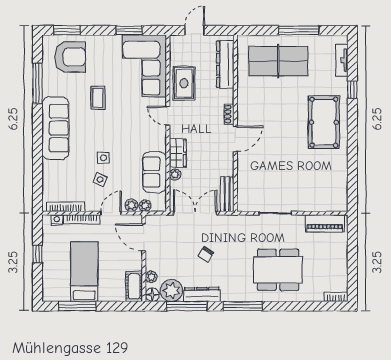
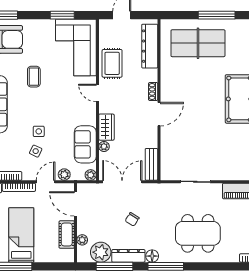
plant: (145, 206) -> (91, 175), moved
cot: (134, 286) -> (67, 235), moved
floor lamp: (152, 295) -> (152, 256), moved

